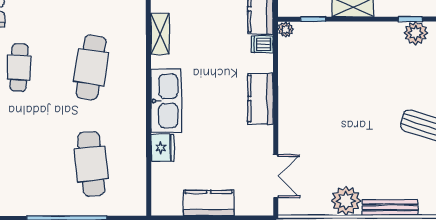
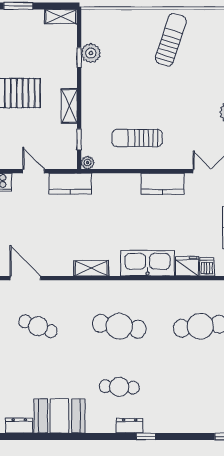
dishwasher: (262, 44) -> (207, 267), moved, turned 180
sun lounger: (315, 88) -> (137, 138), added
kitchen counter: (261, 99) -> (163, 184), moved

